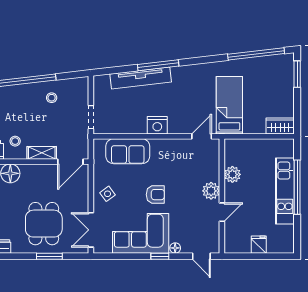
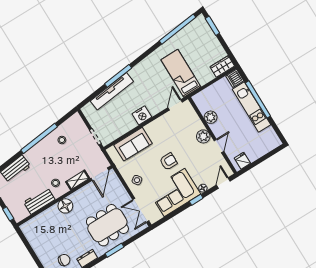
dishwasher: (286, 148) -> (235, 78), added
dining table: (44, 224) -> (107, 225), width x1.38
fridge: (259, 245) -> (242, 161), moved
window: (49, 256) -> (114, 250), moved
door: (201, 256) -> (223, 183), swing flipped

